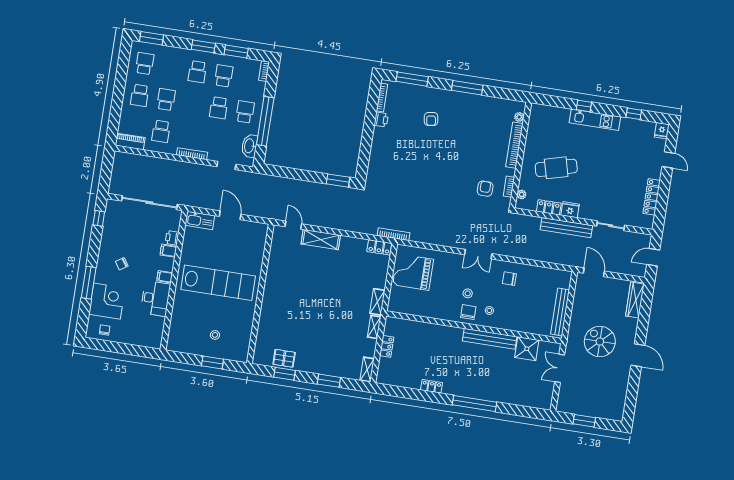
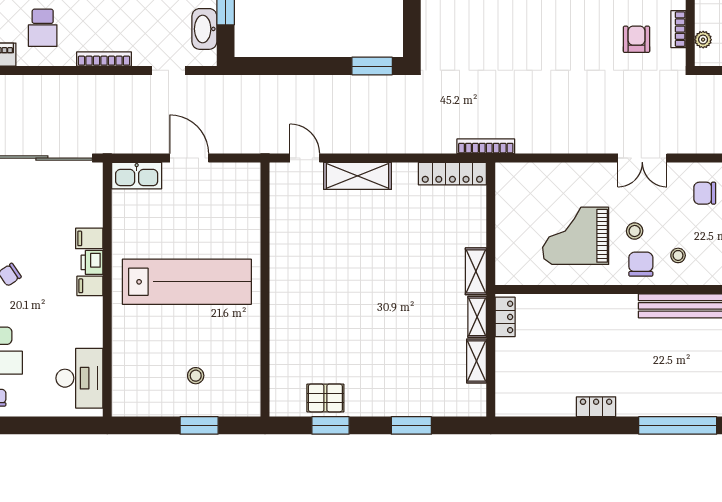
printer: (172, 238) -> (92, 262), moved
locker: (379, 247) -> (452, 174), width x1.53
grand piano: (413, 272) -> (576, 236), moved
desk: (155, 298) -> (79, 378), moved
locker: (387, 346) -> (505, 317), moved
shelving: (367, 369) -> (476, 361), moved

